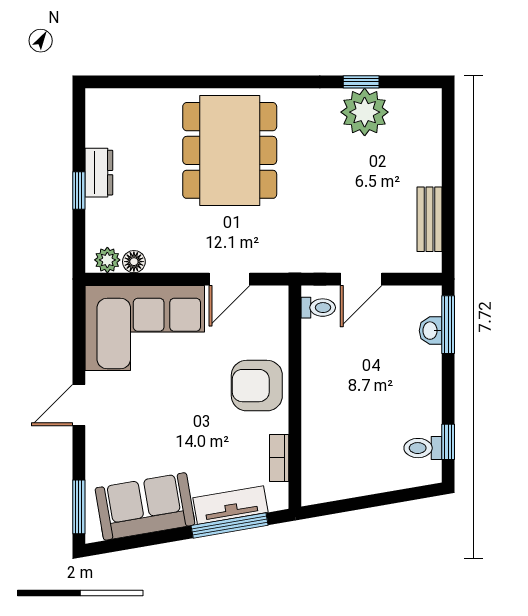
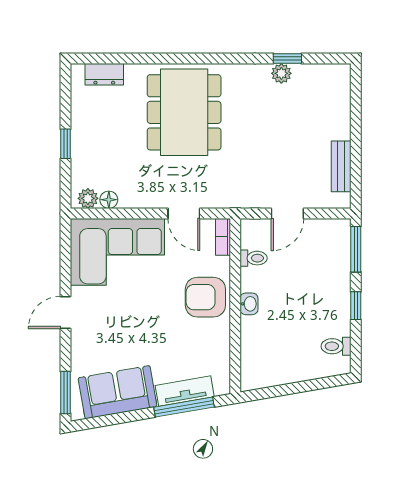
plant: (365, 112) -> (281, 73), width x0.53, depth x0.53
dresser: (99, 173) -> (104, 74), moved, turned 90
door: (229, 279) -> (184, 213), hinge flipped
toilet: (318, 308) -> (254, 258), moved
washbasin: (431, 331) -> (249, 304), moved, turned 180
window: (448, 442) -> (356, 306), moved
bookcase: (279, 458) -> (223, 237), moved

